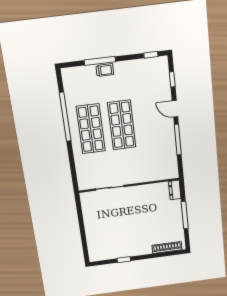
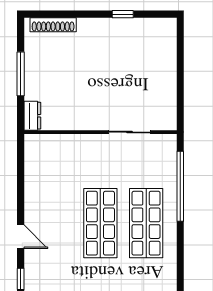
window: (65, 117) -> (180, 186), moved
window: (178, 140) -> (21, 191), removed

